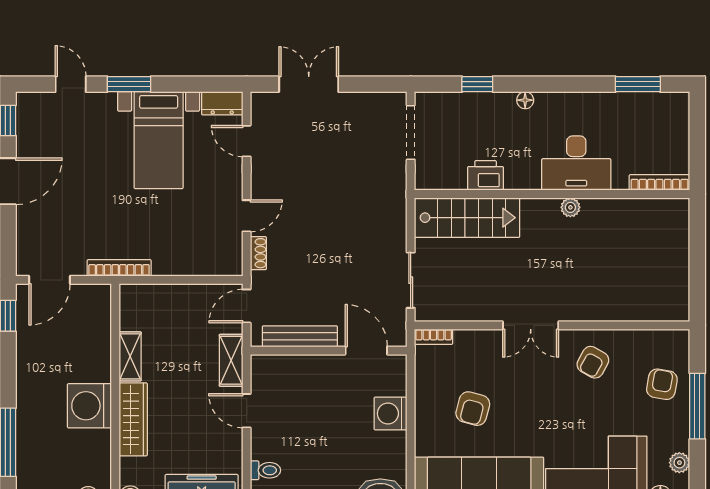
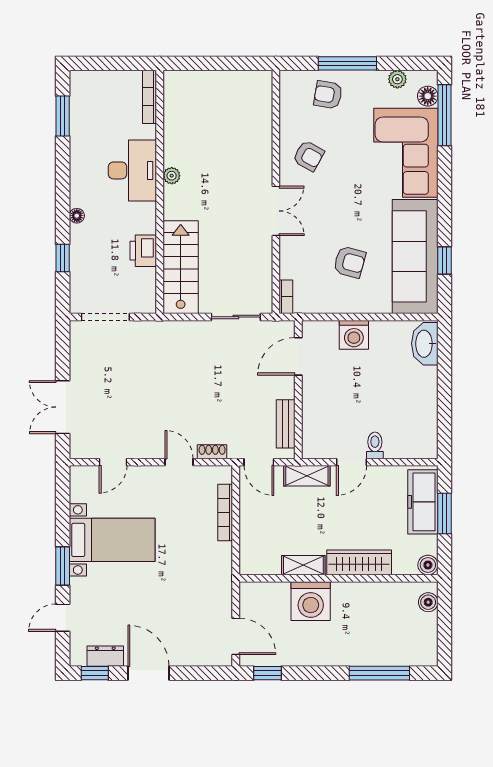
dresser: (222, 103) -> (105, 656), moved, turned -90
bookcase: (119, 268) -> (225, 513), moved
bench: (300, 336) -> (286, 424), width x0.73
washing machine: (89, 406) -> (311, 601), moved
toilet: (265, 470) -> (375, 445), moved

